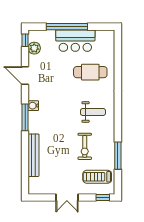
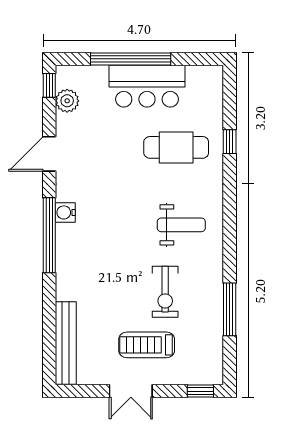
window: (118, 69) -> (230, 142), added
door: (25, 75) -> (49, 154), hinge flipped
window: (25, 117) -> (49, 235), width x1.46
bench: (34, 155) -> (66, 343), moved
treadmill: (97, 177) -> (147, 345), moved

